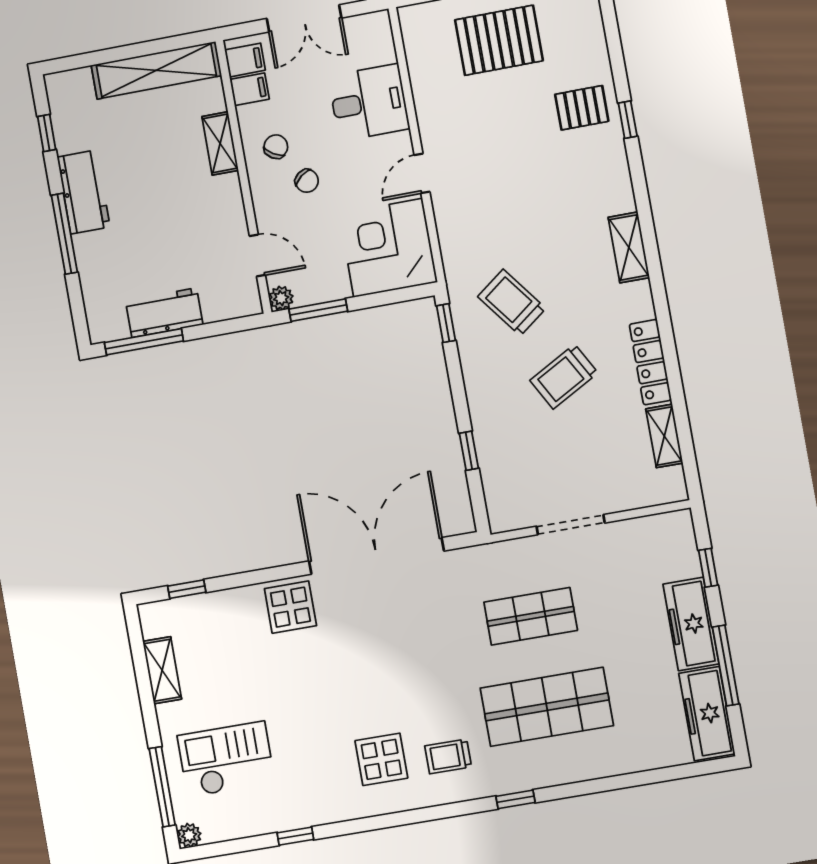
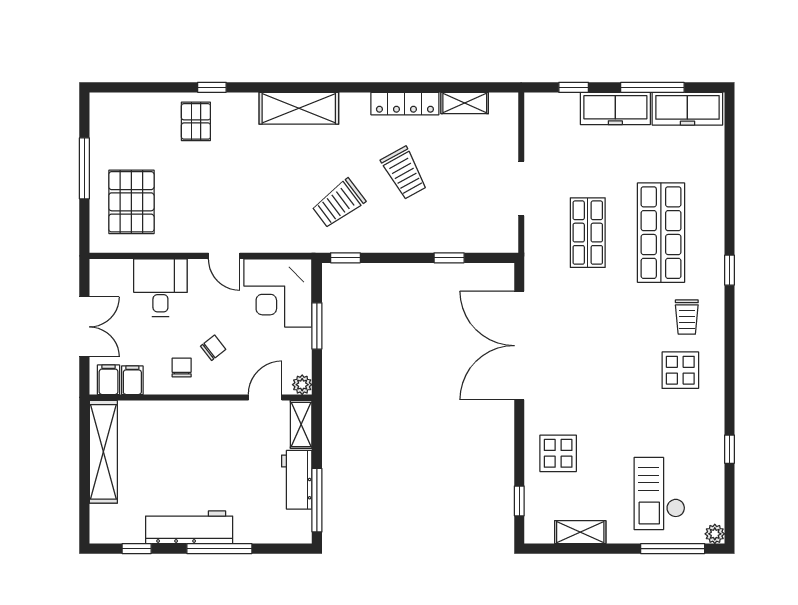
pallet: (499, 40) -> (131, 202), moved
shelving: (220, 143) -> (301, 424), moved, turned 90
chair: (276, 147) -> (182, 367), turned 59
workbench: (84, 192) -> (189, 527), width x1.38
shelving: (629, 247) -> (299, 108), width x1.50, depth x1.33
window: (318, 310) -> (317, 326), moved
display table: (290, 607) -> (558, 453), moved

